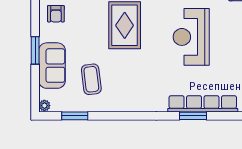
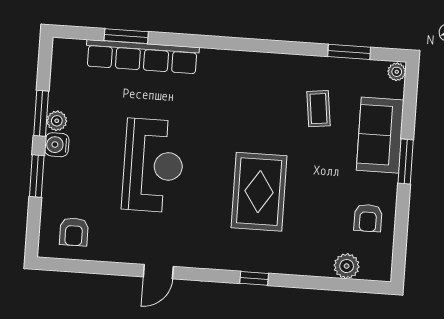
armchair: (56, 14) -> (368, 218), turned 180
coffee table: (91, 79) -> (319, 109), width x0.73, depth x0.77
window: (193, 116) -> (126, 36), moved

